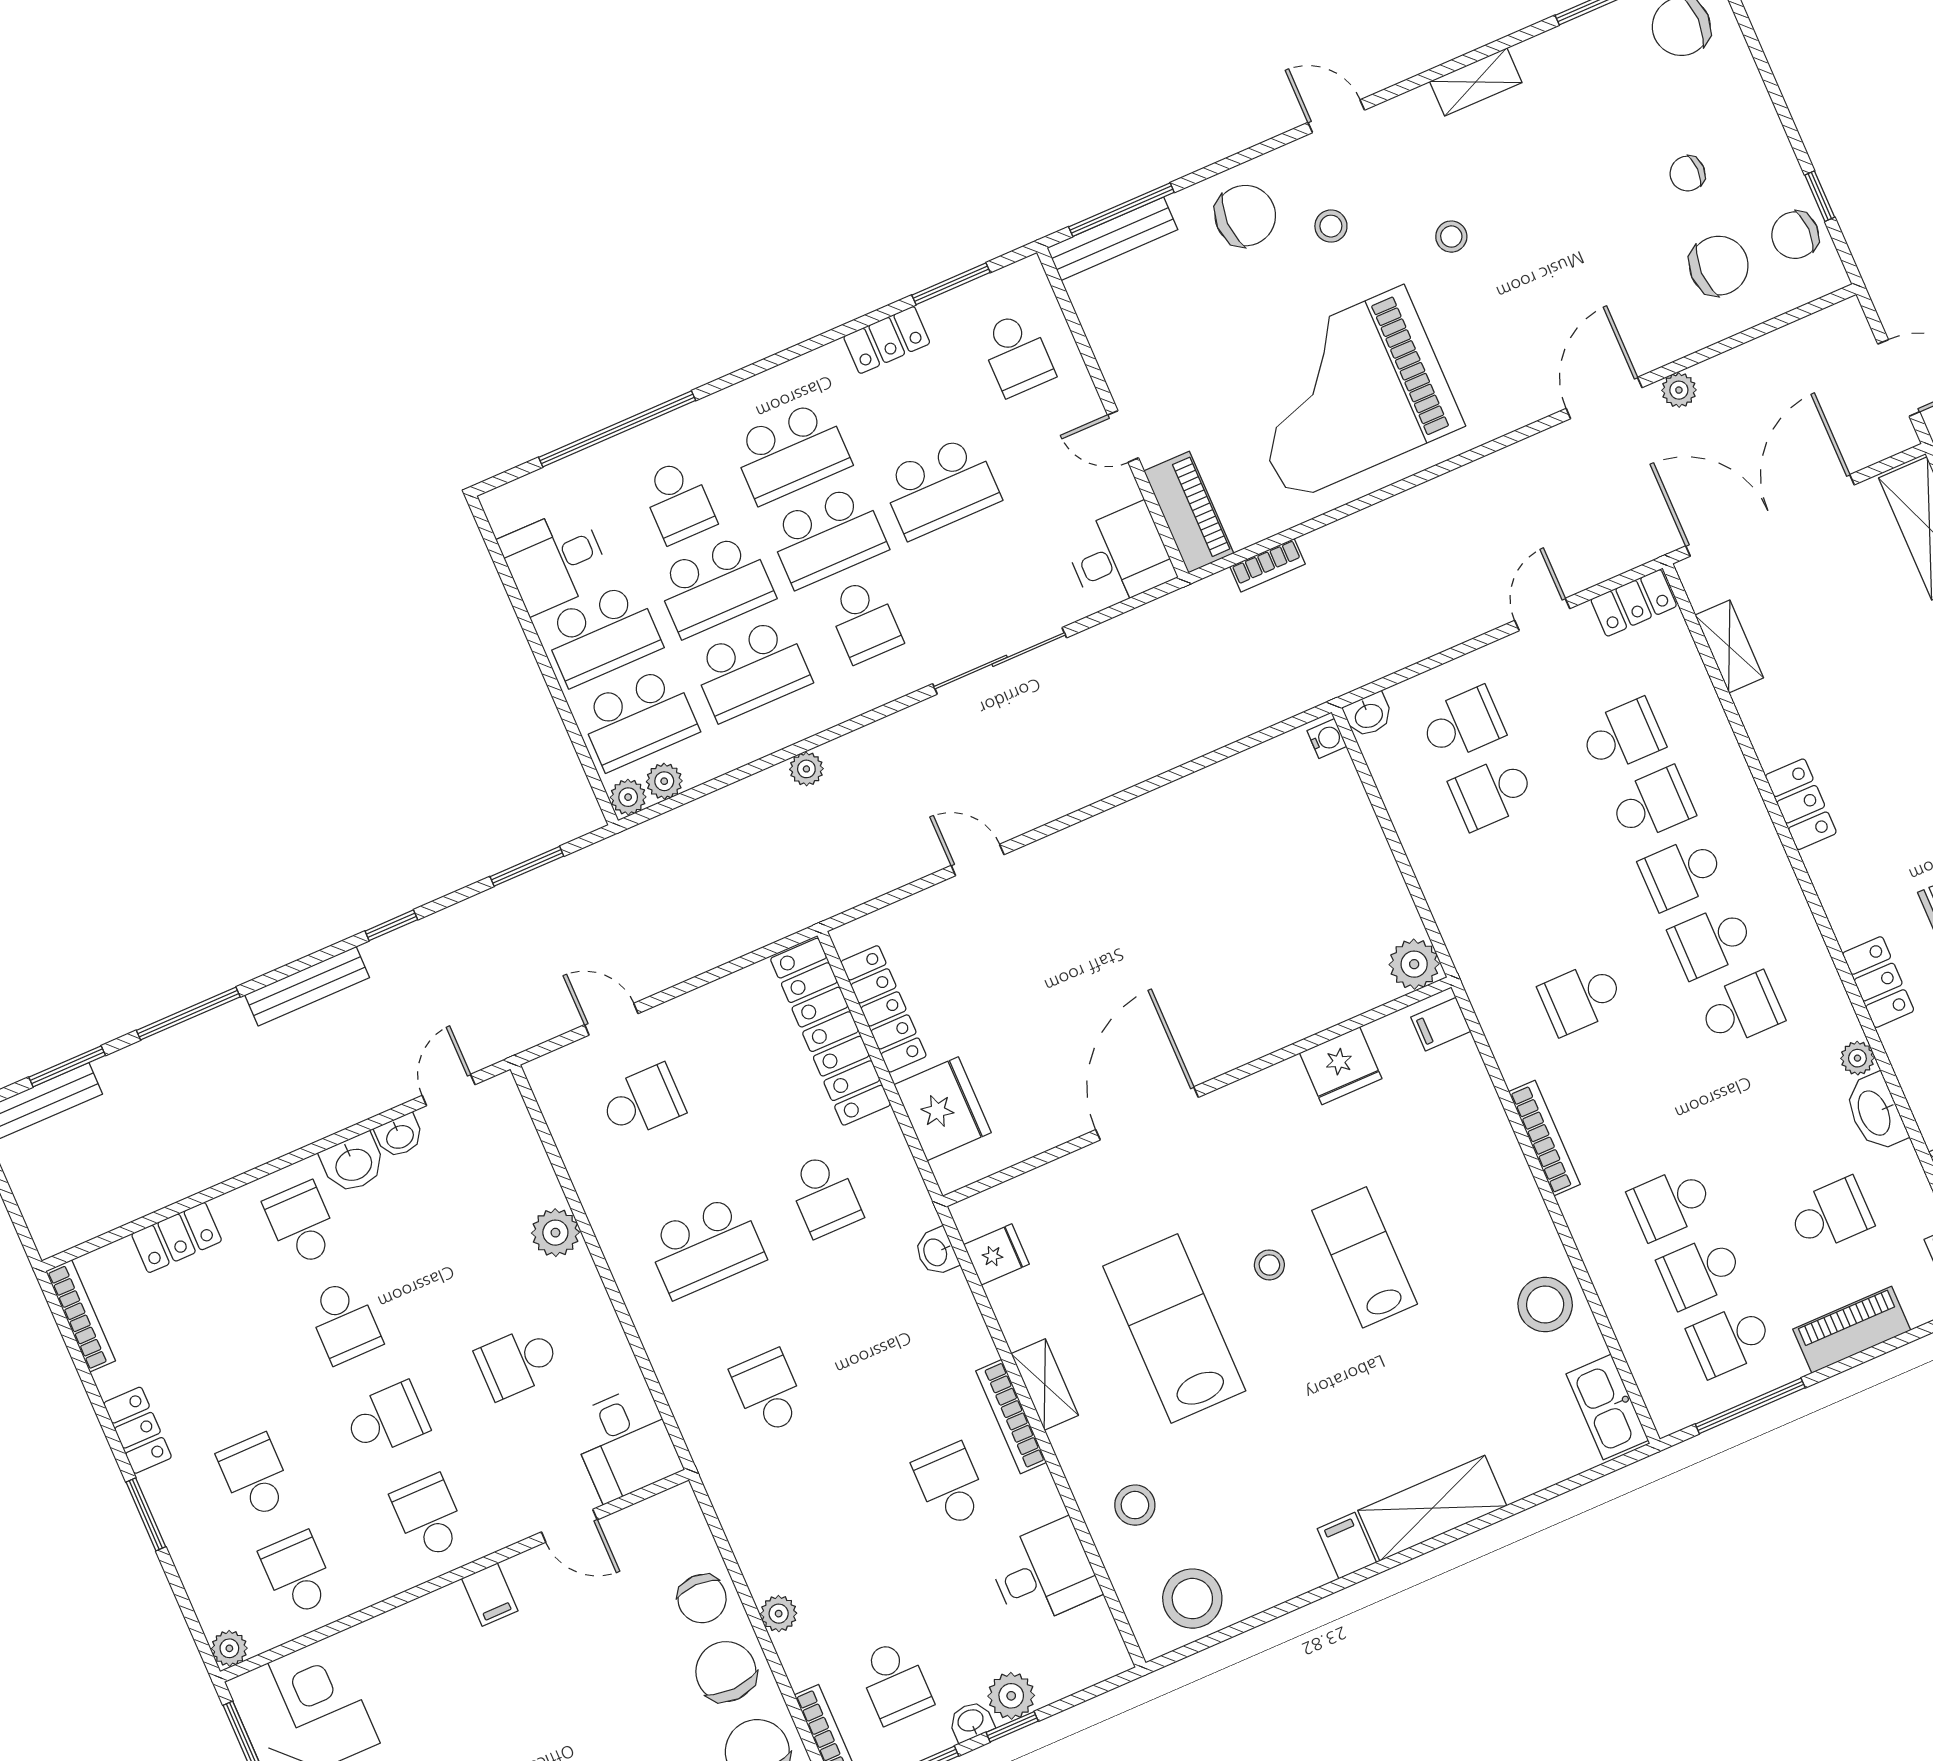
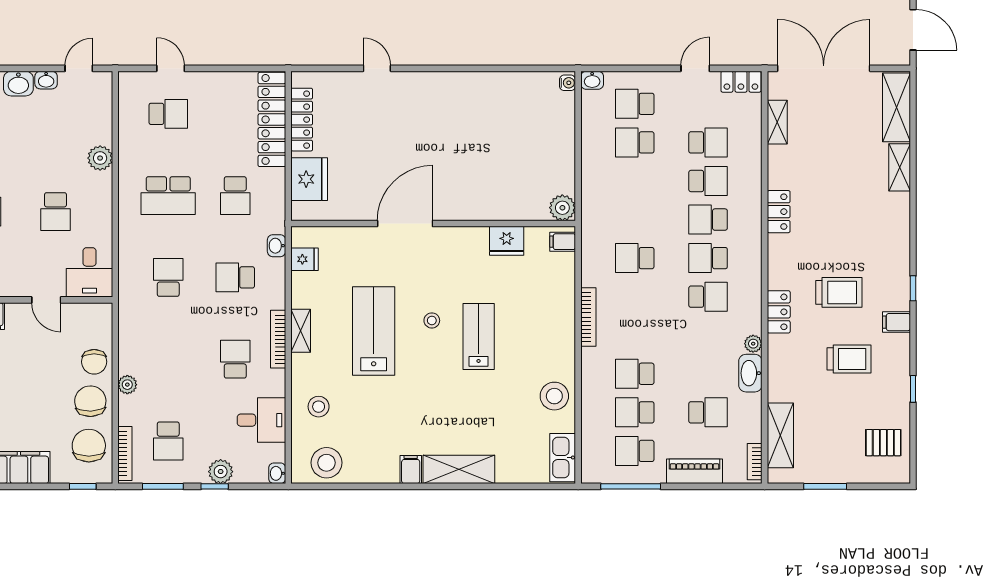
school desk: (1462, 724) -> (635, 104), turned 180
school desk: (887, 1340) -> (235, 277), added
school desk: (518, 1362) -> (55, 212), turned -90
washbasin: (971, 1721) -> (277, 473), moved, turned -90

